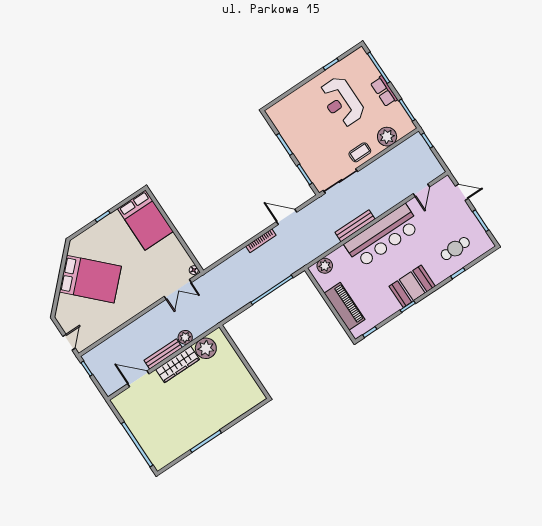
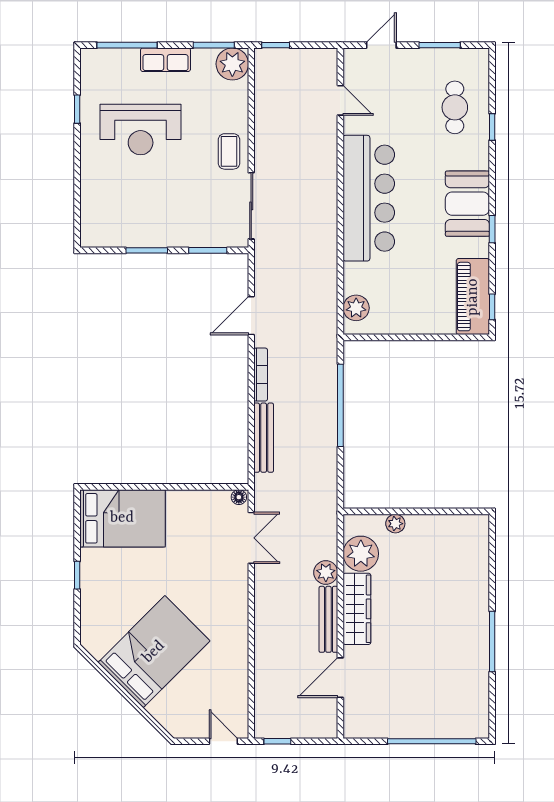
plant: (387, 137) -> (232, 64), moved
bench: (355, 226) -> (264, 438), moved
piano: (345, 306) -> (473, 297), moved, turned -90
plant: (232, 355) -> (395, 524), added

